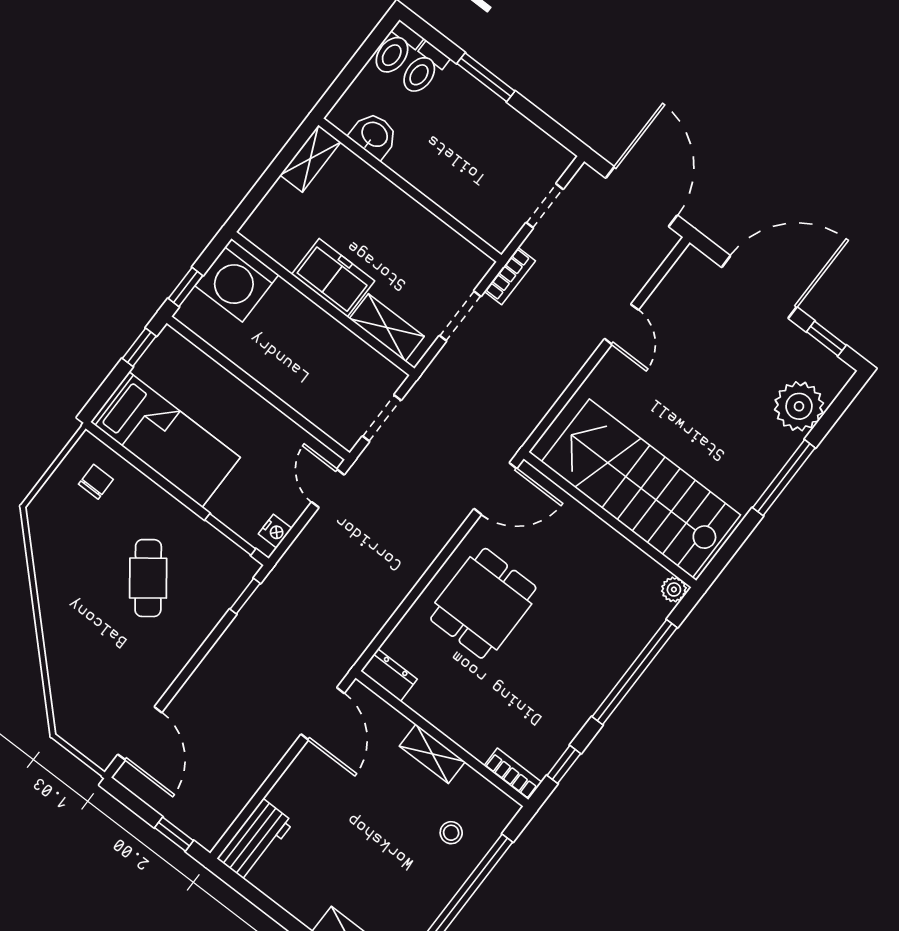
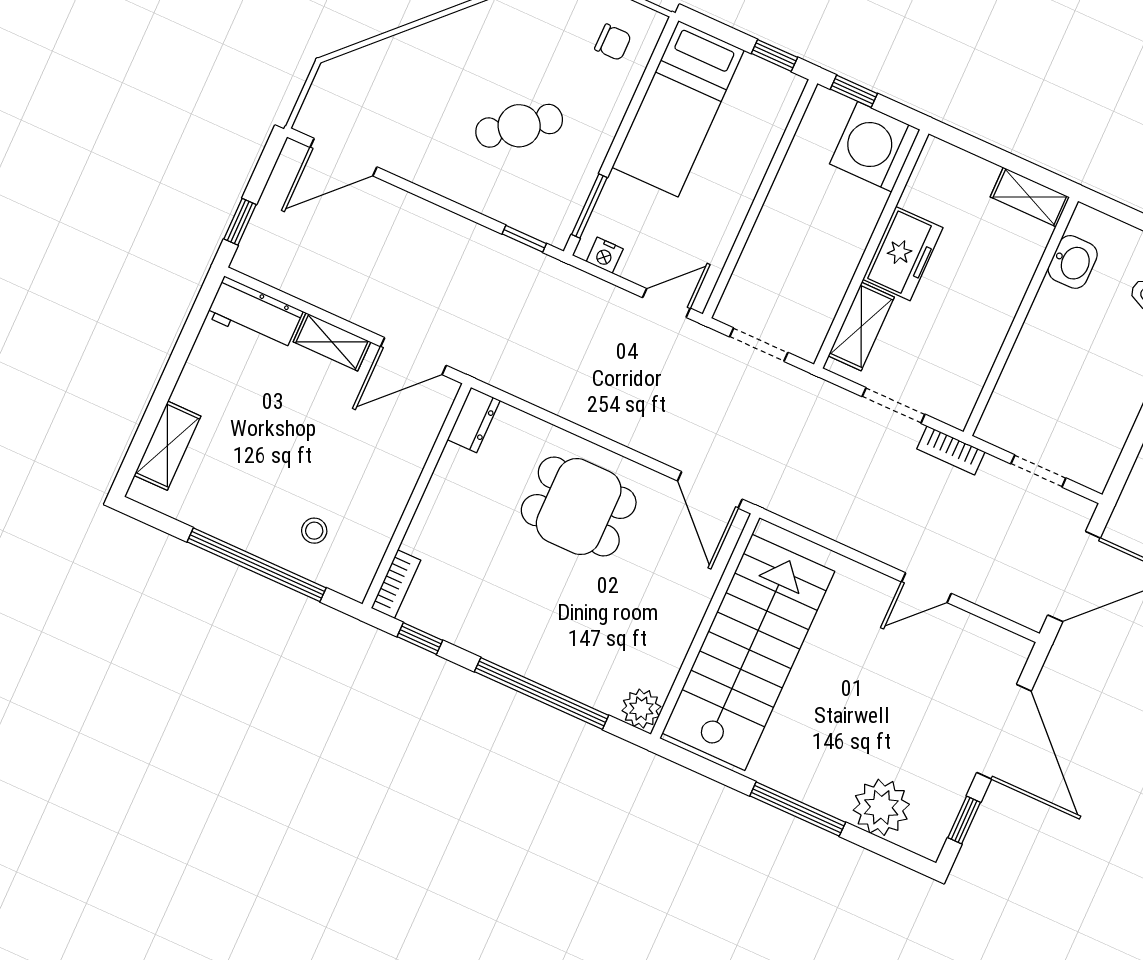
plant: (674, 589) -> (641, 709), width x1.38, depth x1.38
shelving: (432, 754) -> (332, 342), moved, turned 90

